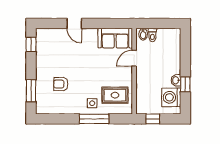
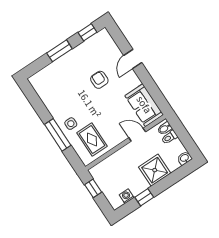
shower: (170, 63) -> (155, 170), added
washbasin: (176, 80) -> (185, 158), moved
armchair: (61, 84) -> (99, 80), moved
window: (31, 91) -> (59, 51), moved
washing machine: (171, 97) -> (127, 196), width x0.53, depth x0.53

